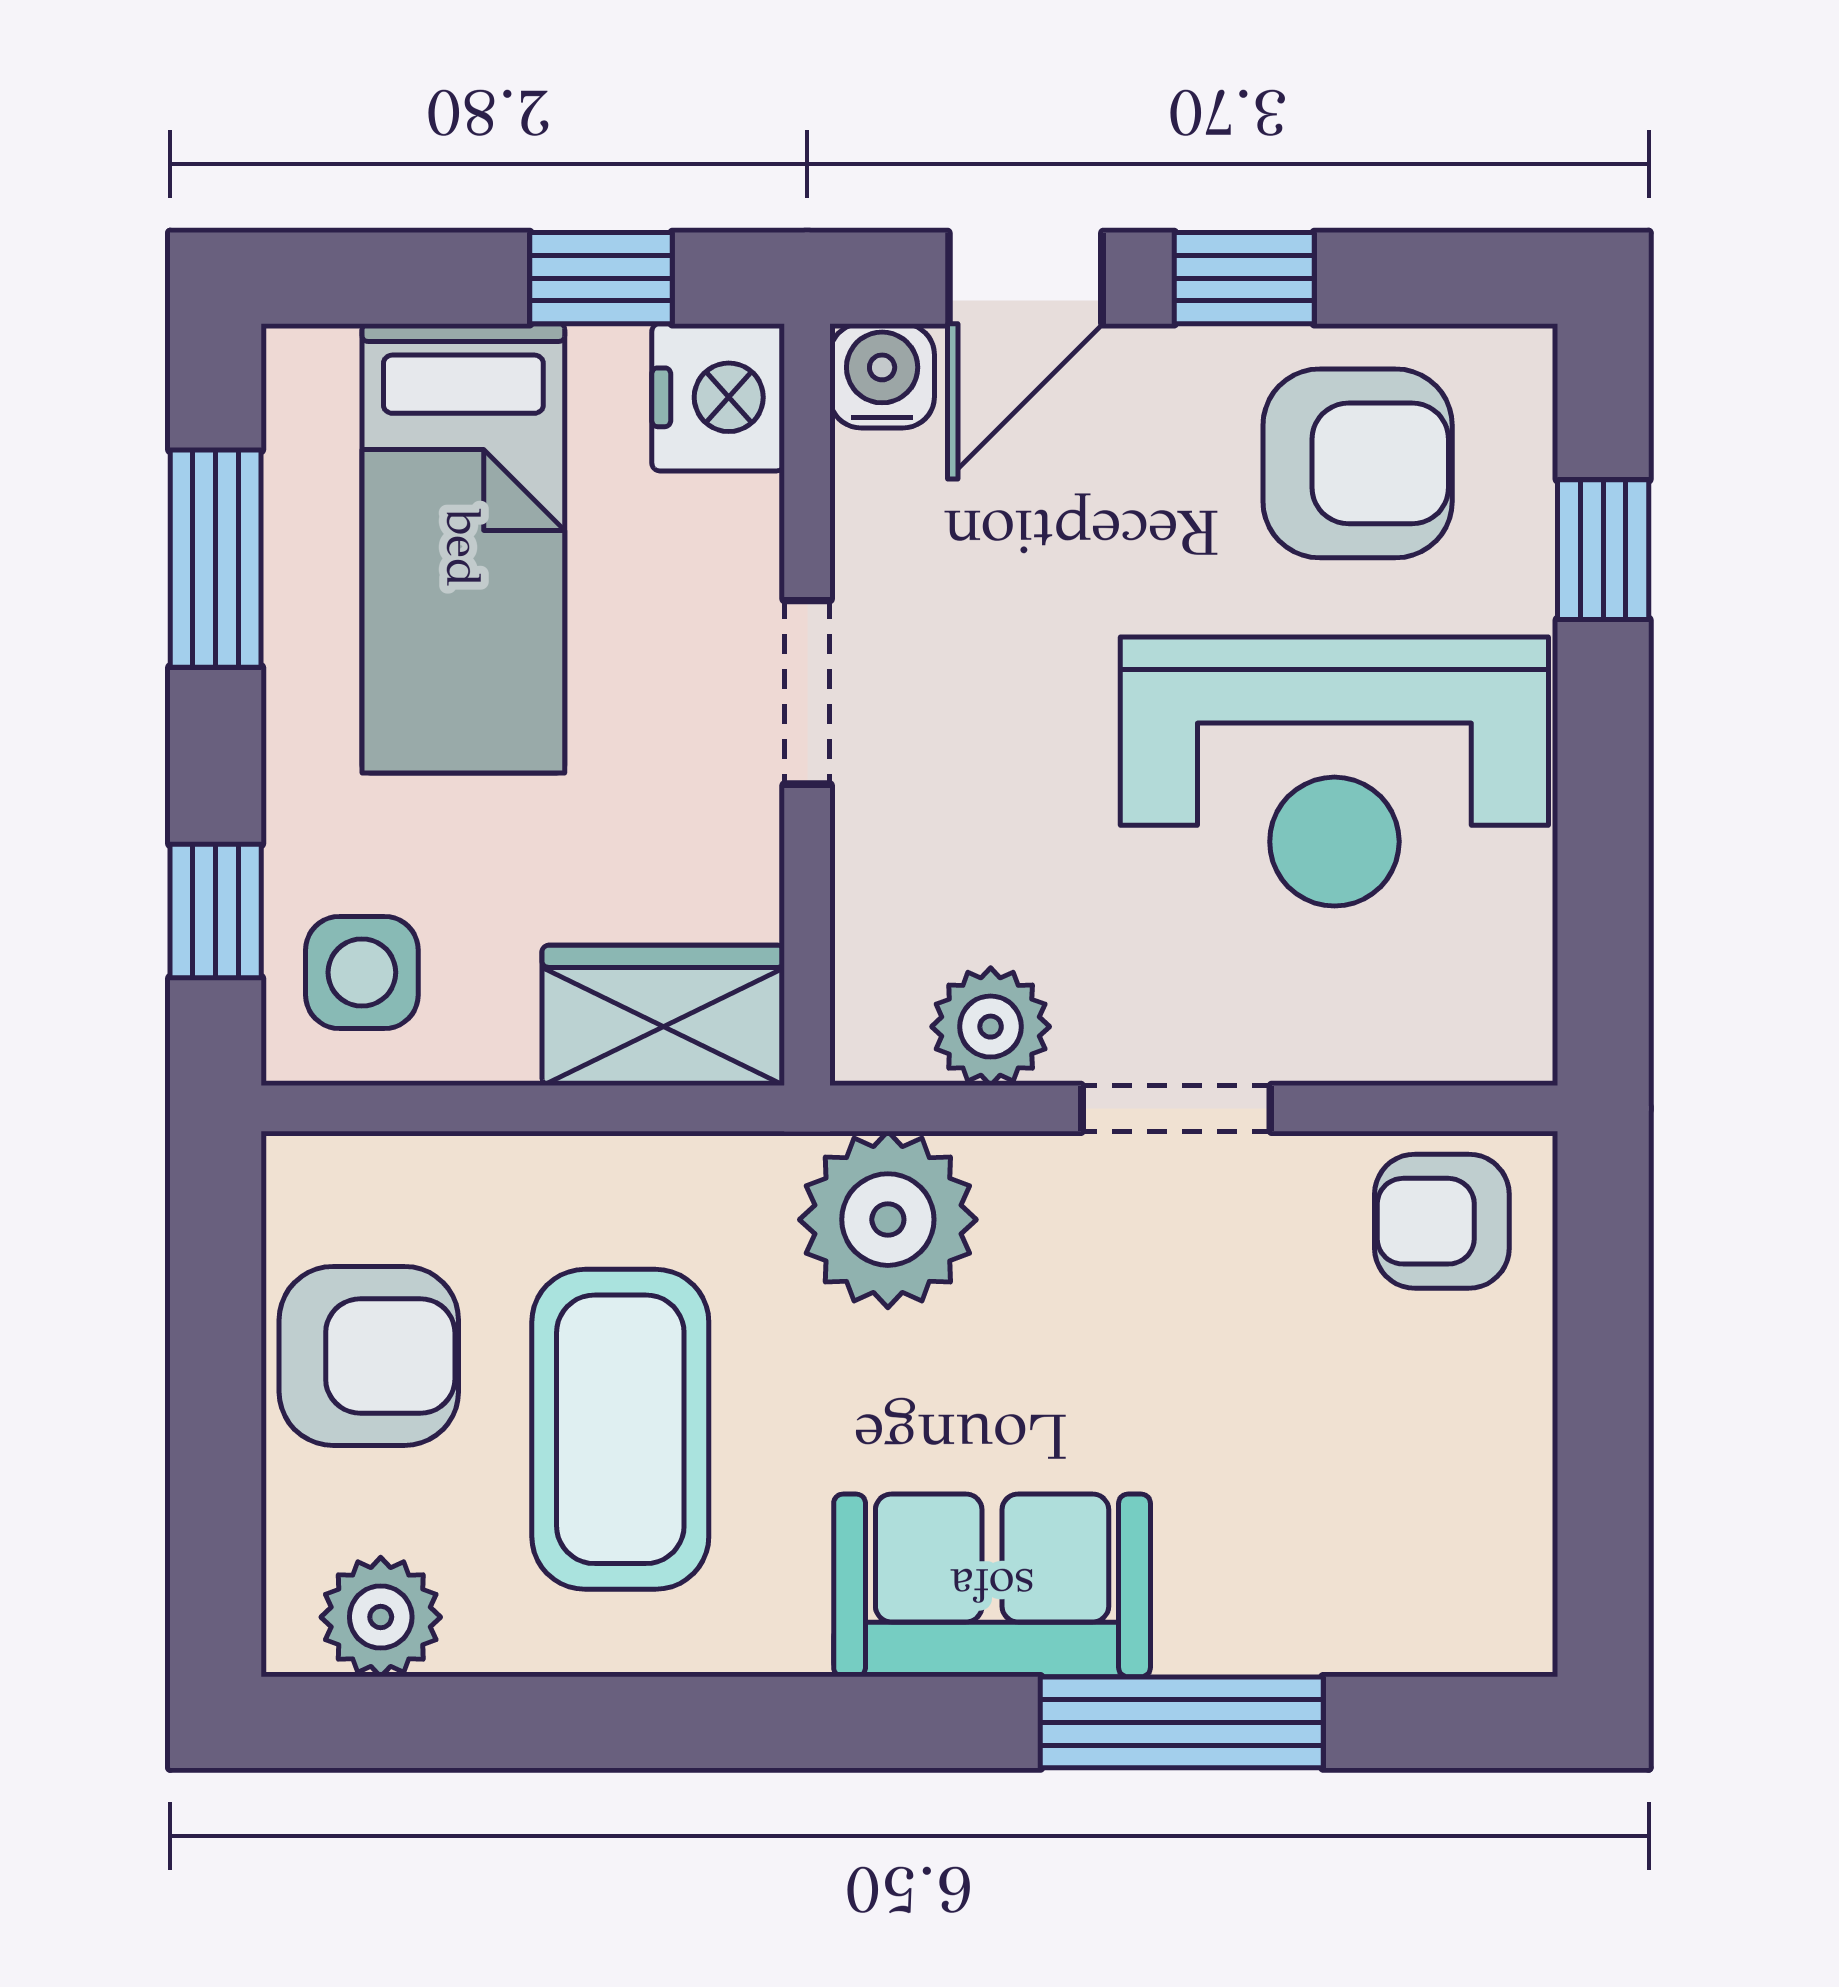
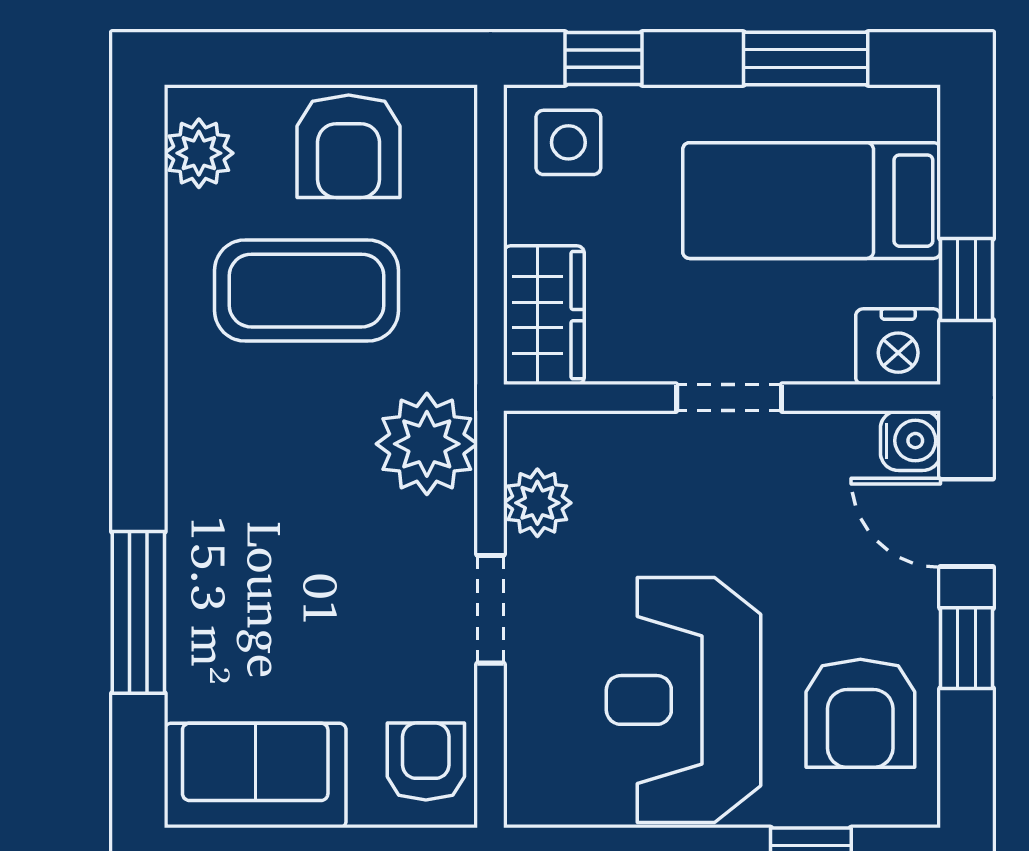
sofa: (992, 1585) -> (255, 775), moved, turned -90

